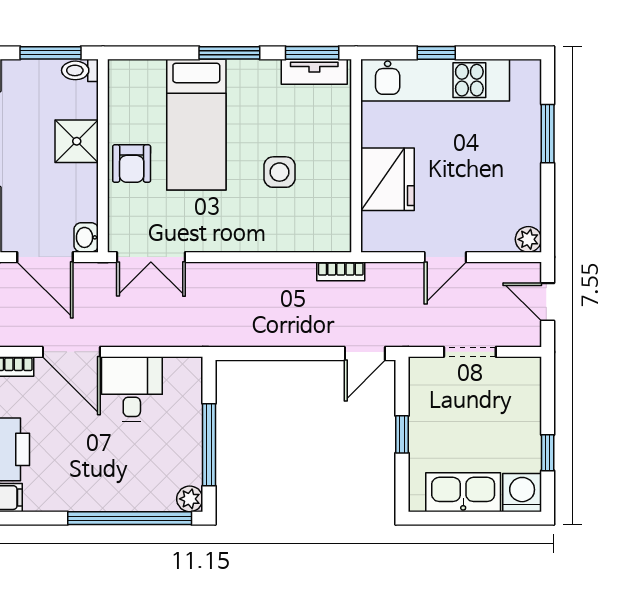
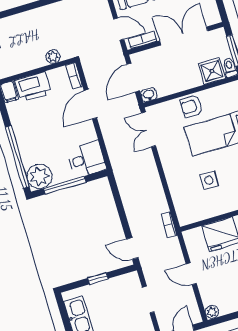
shower: (77, 141) -> (212, 71), moved
desk: (132, 389) -> (87, 159), moved
plant: (190, 499) -> (39, 176), width x1.87, depth x1.87

